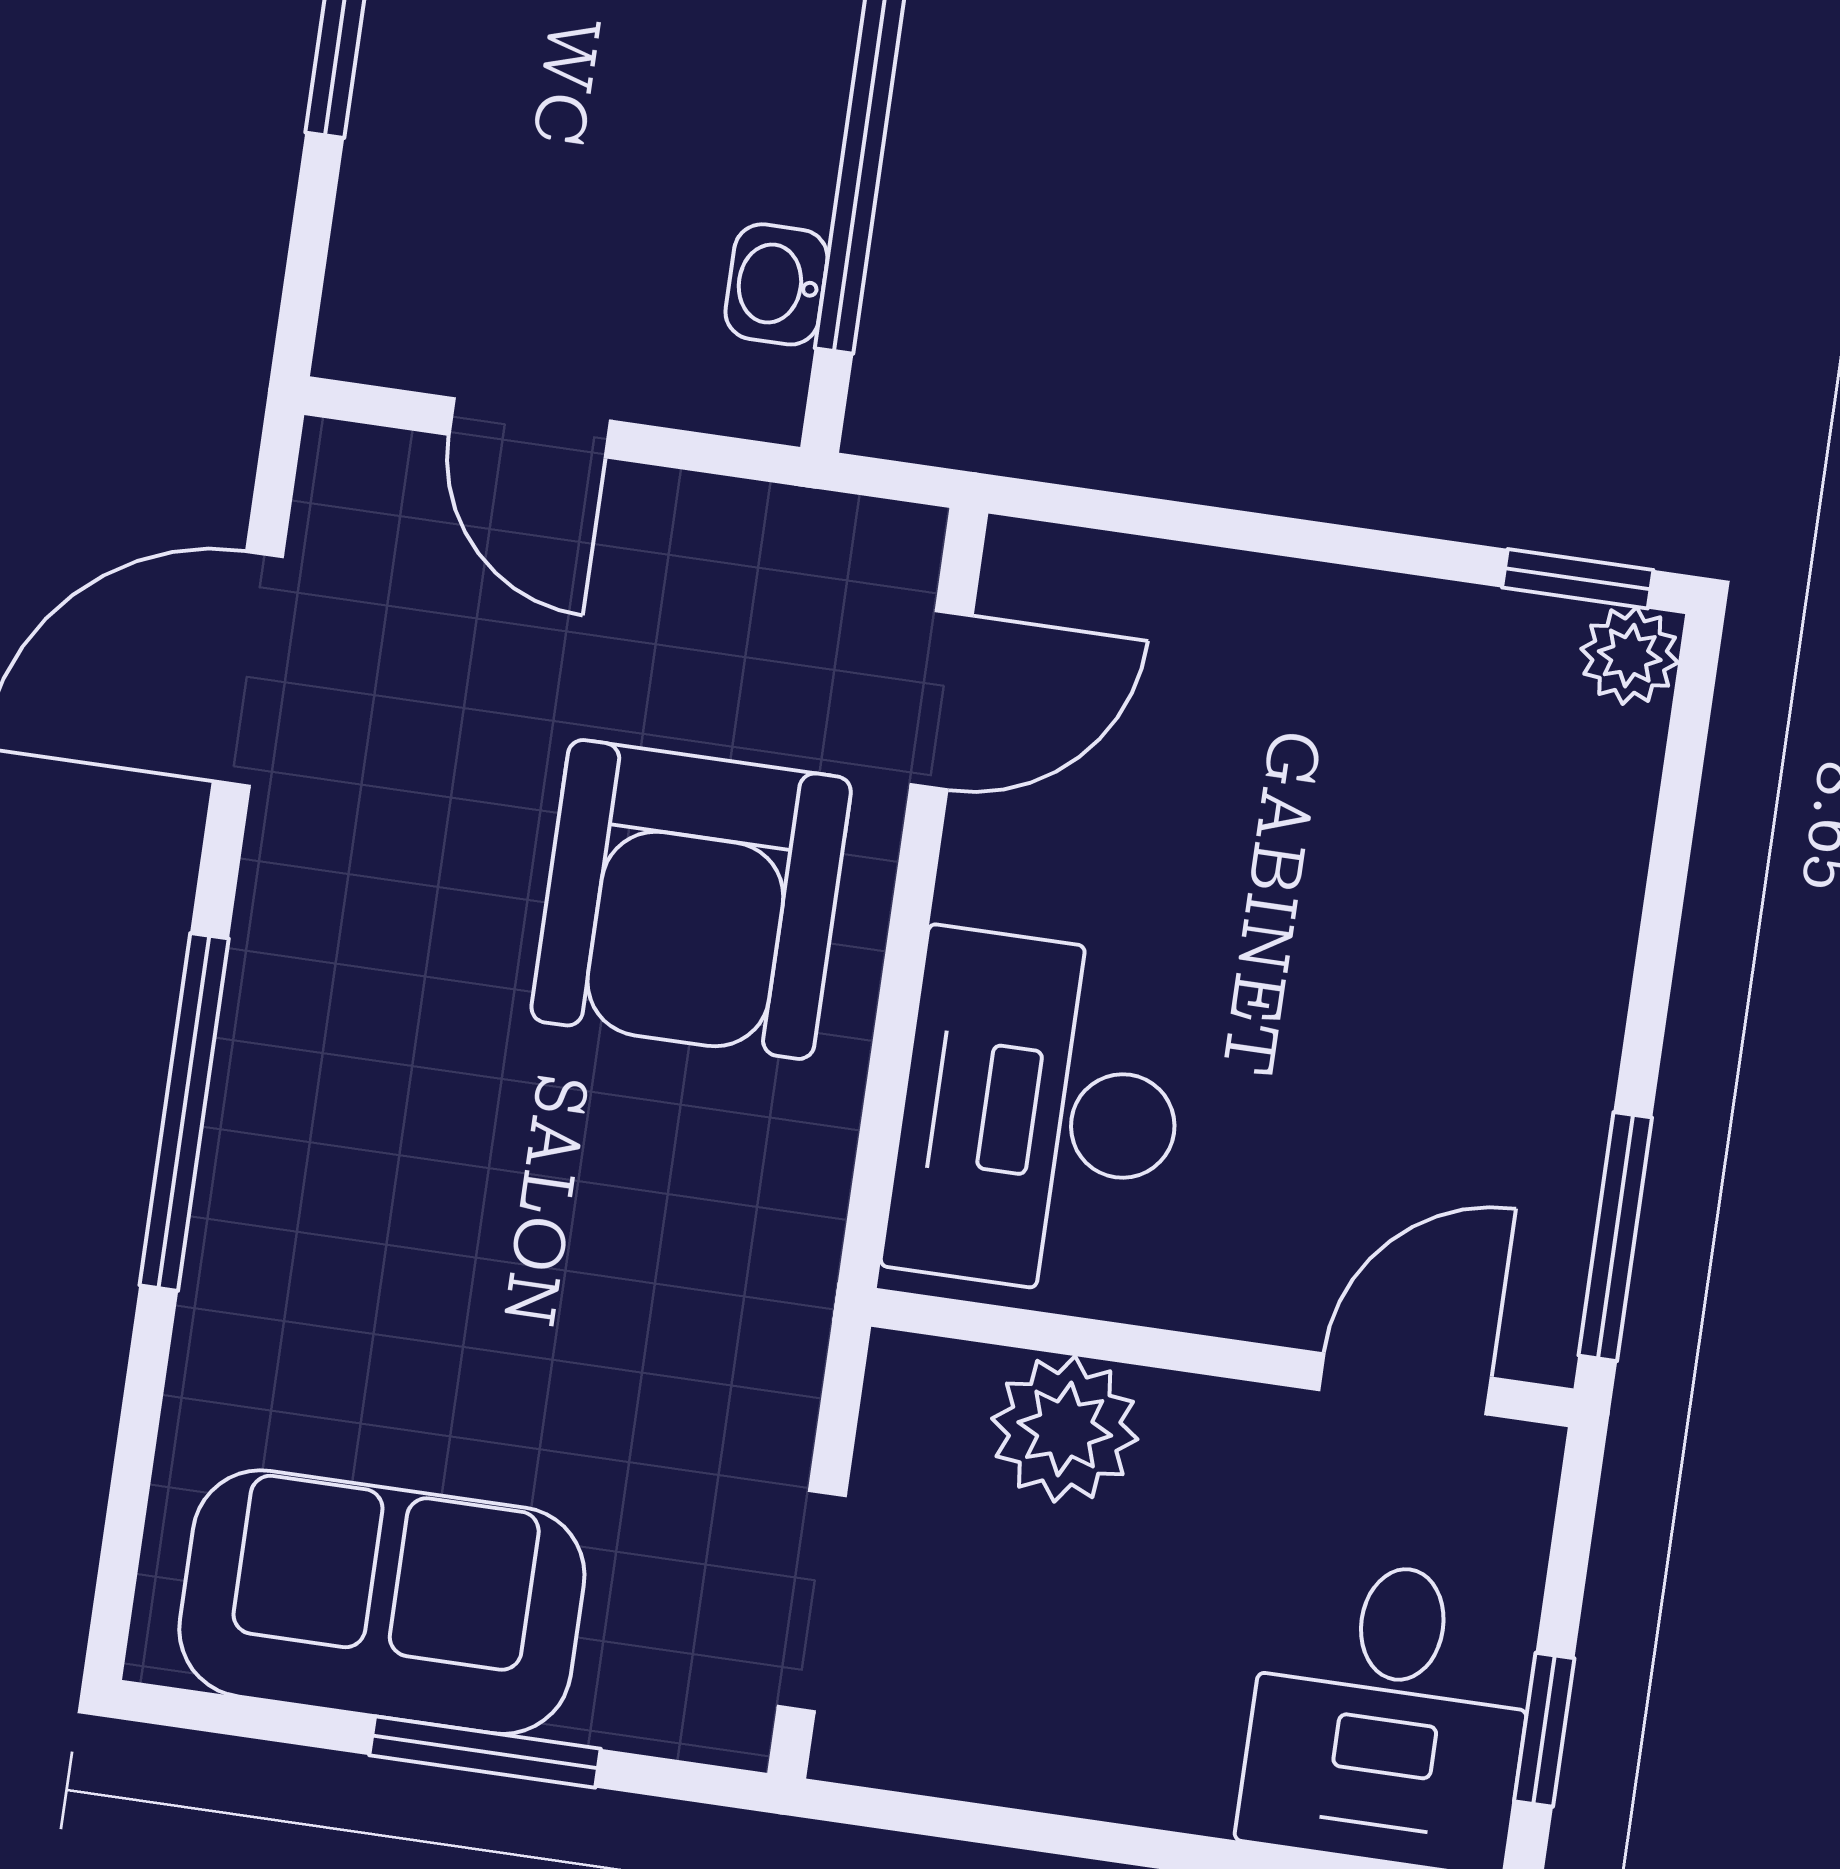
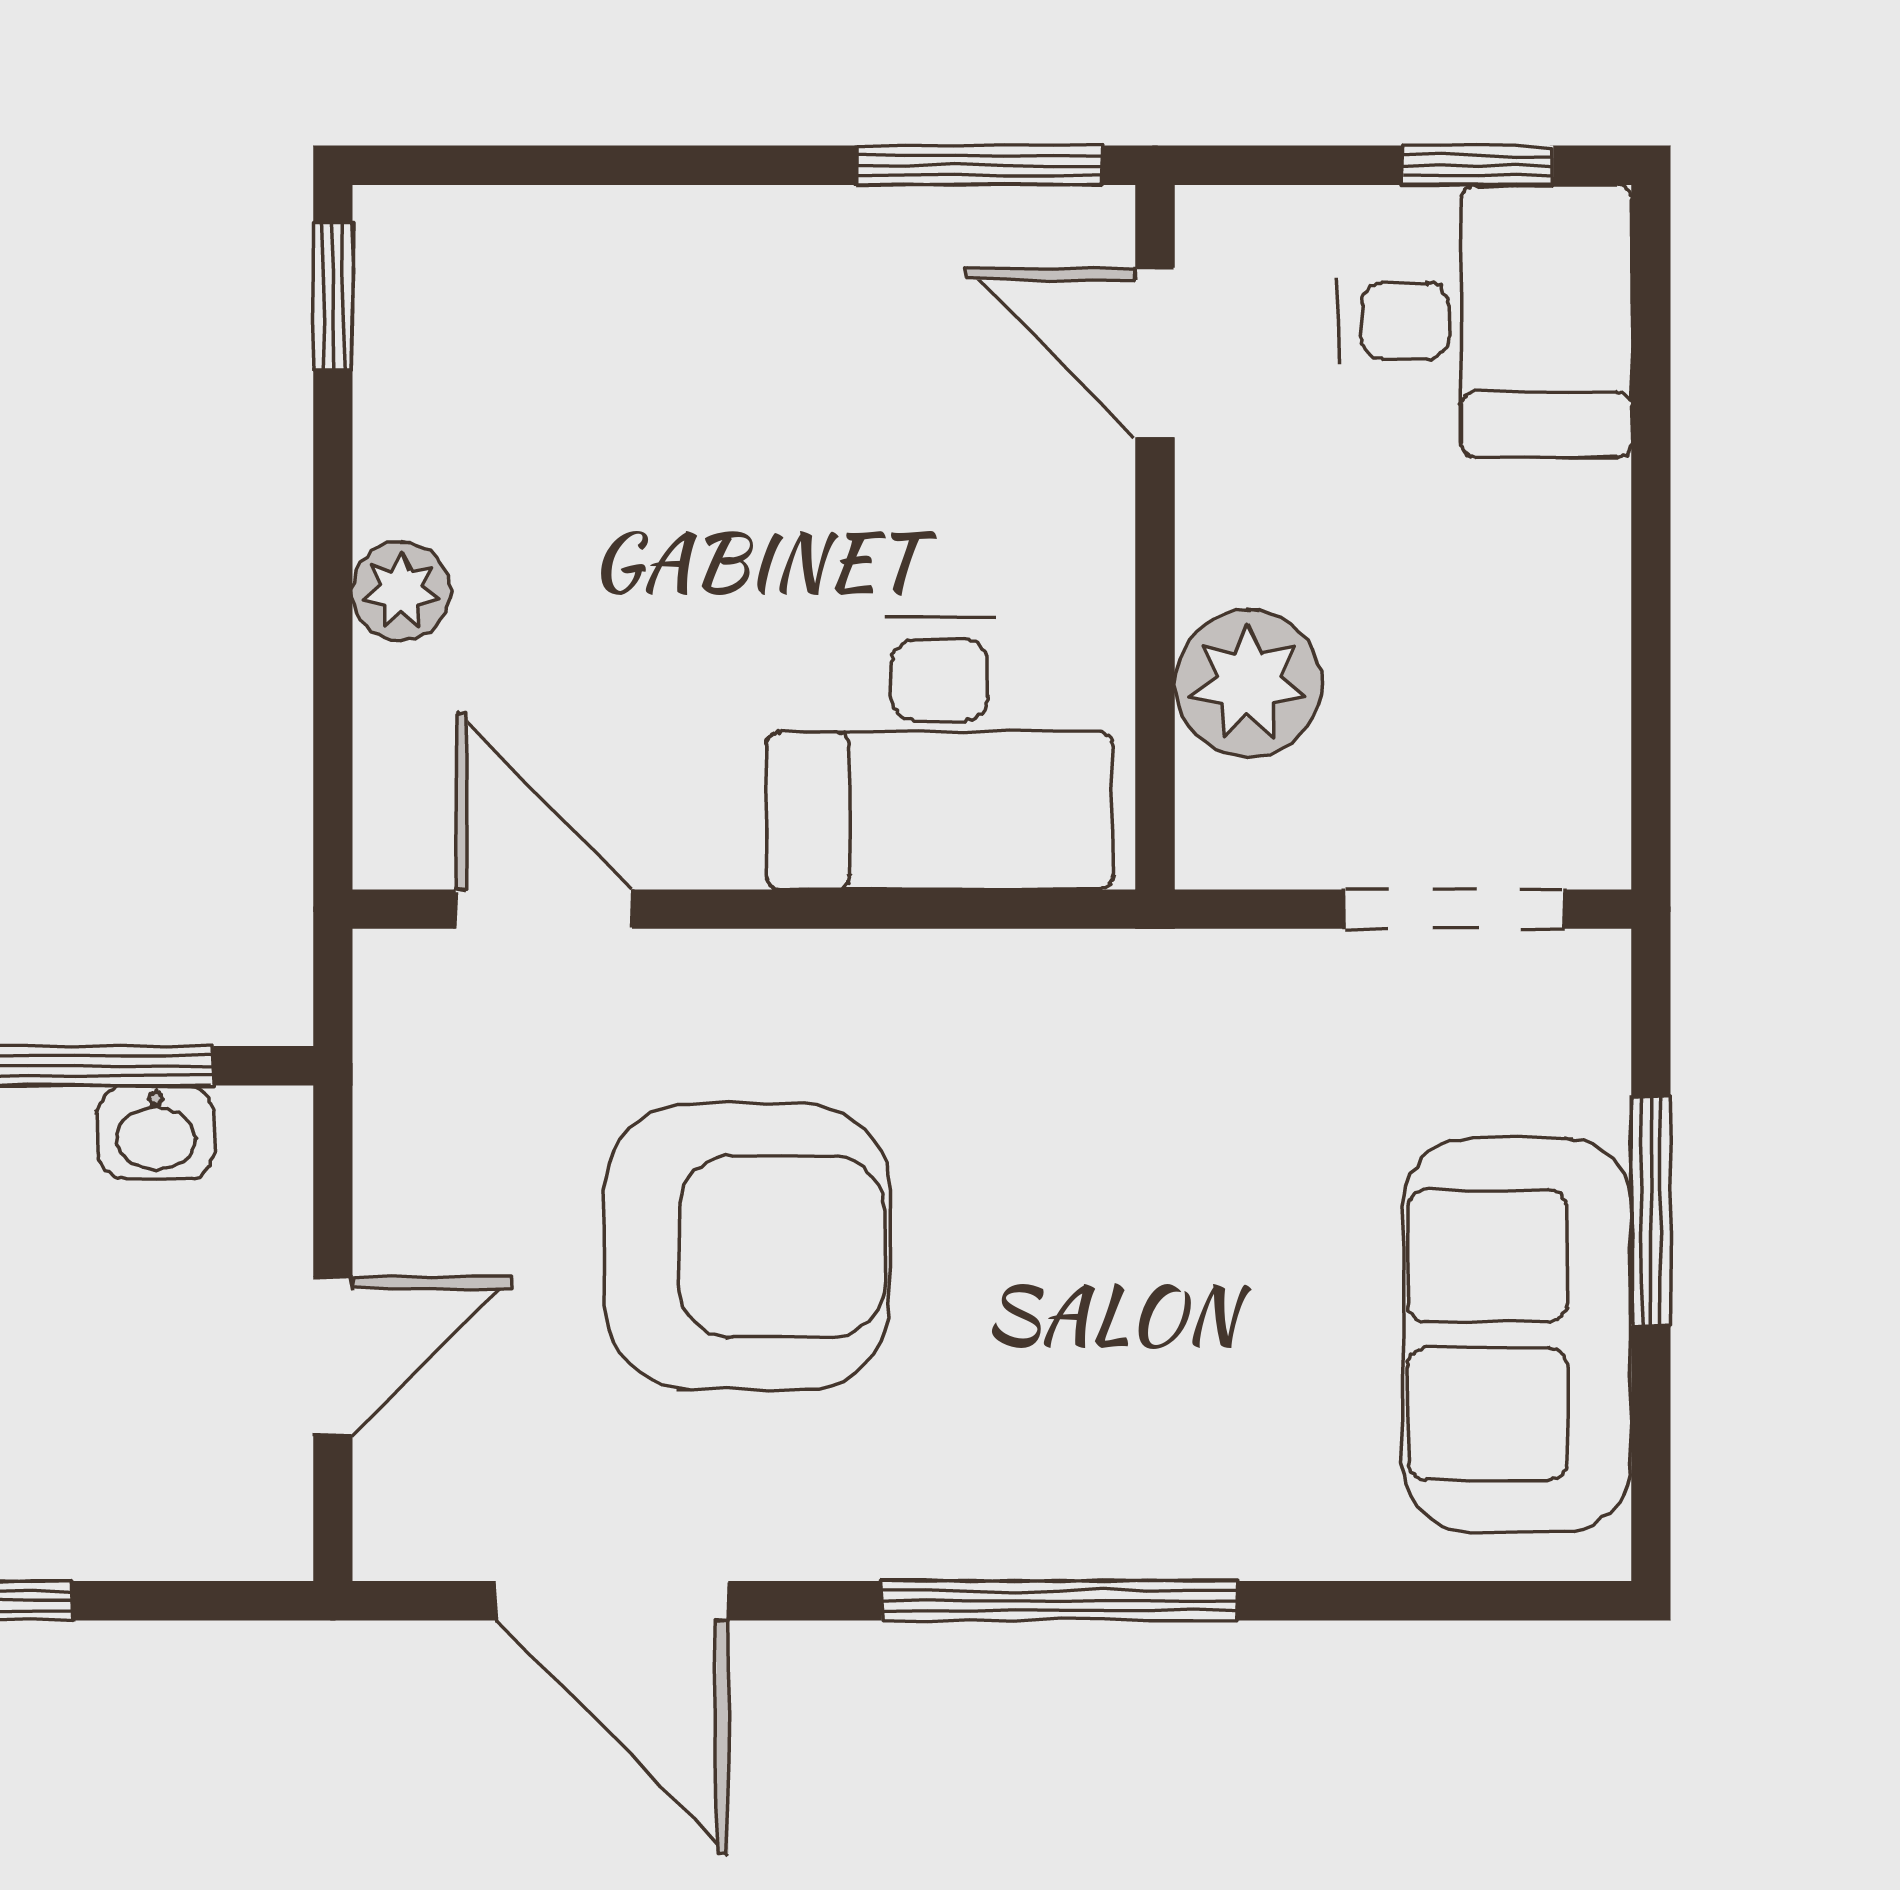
plant: (1630, 656) -> (402, 591), moved
armchair: (691, 899) -> (747, 1247), moved

